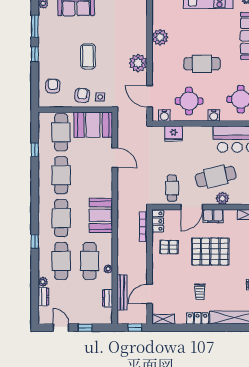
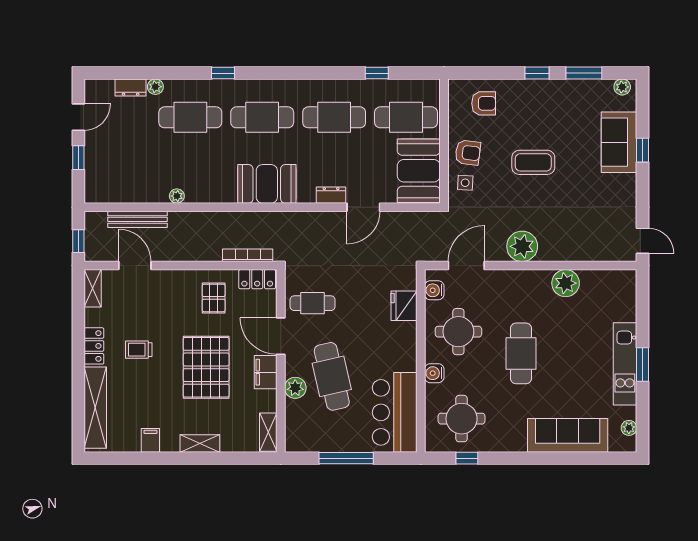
cafe table: (90, 261) -> (190, 165), removed
dresser: (108, 298) -> (331, 195), moved

